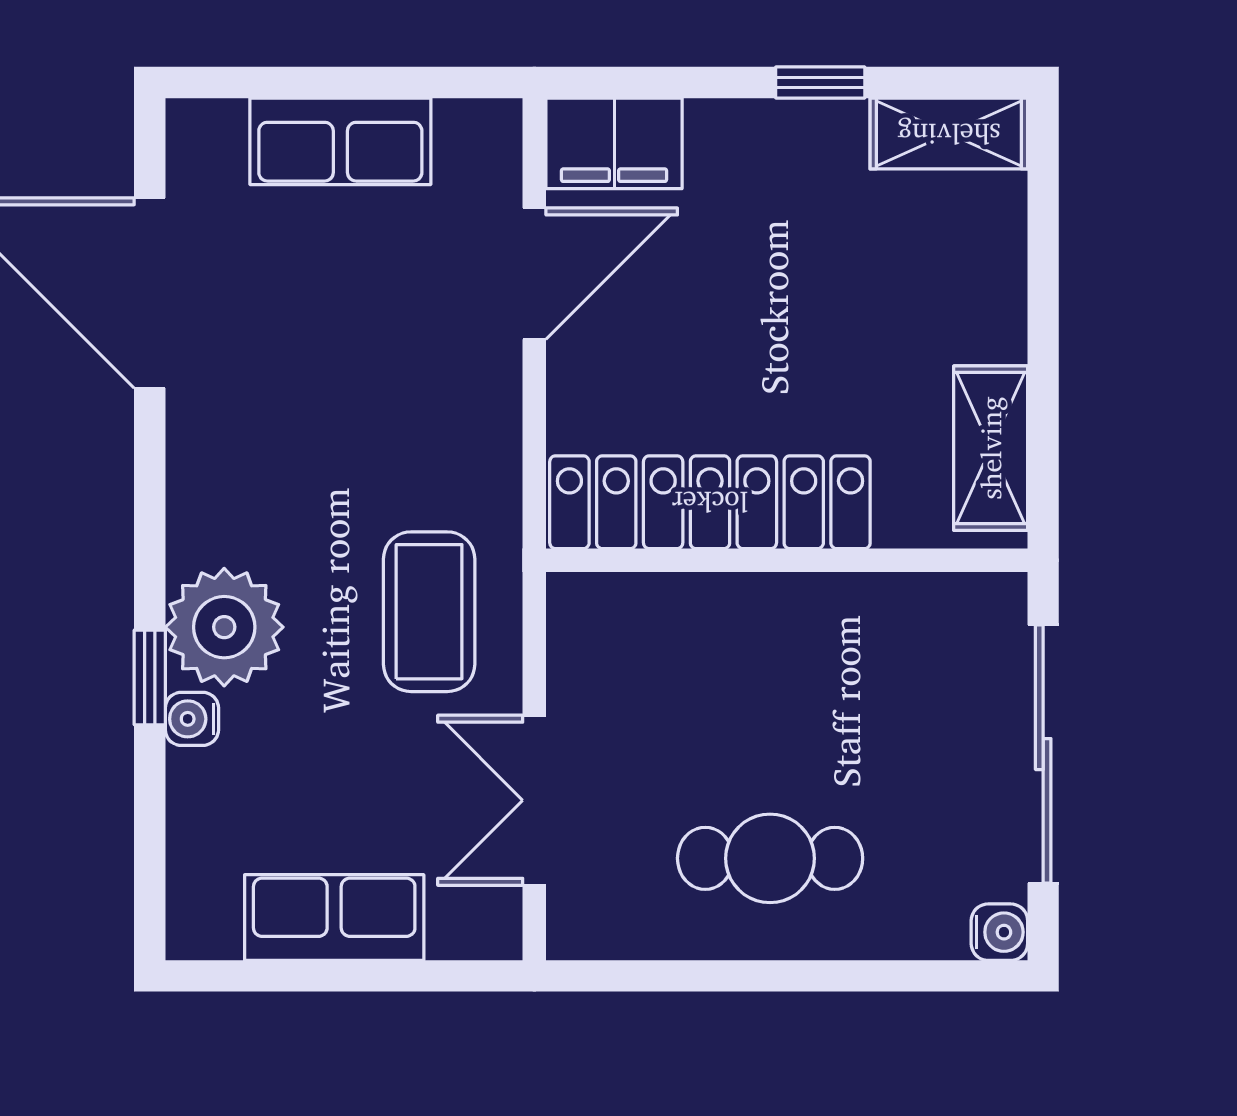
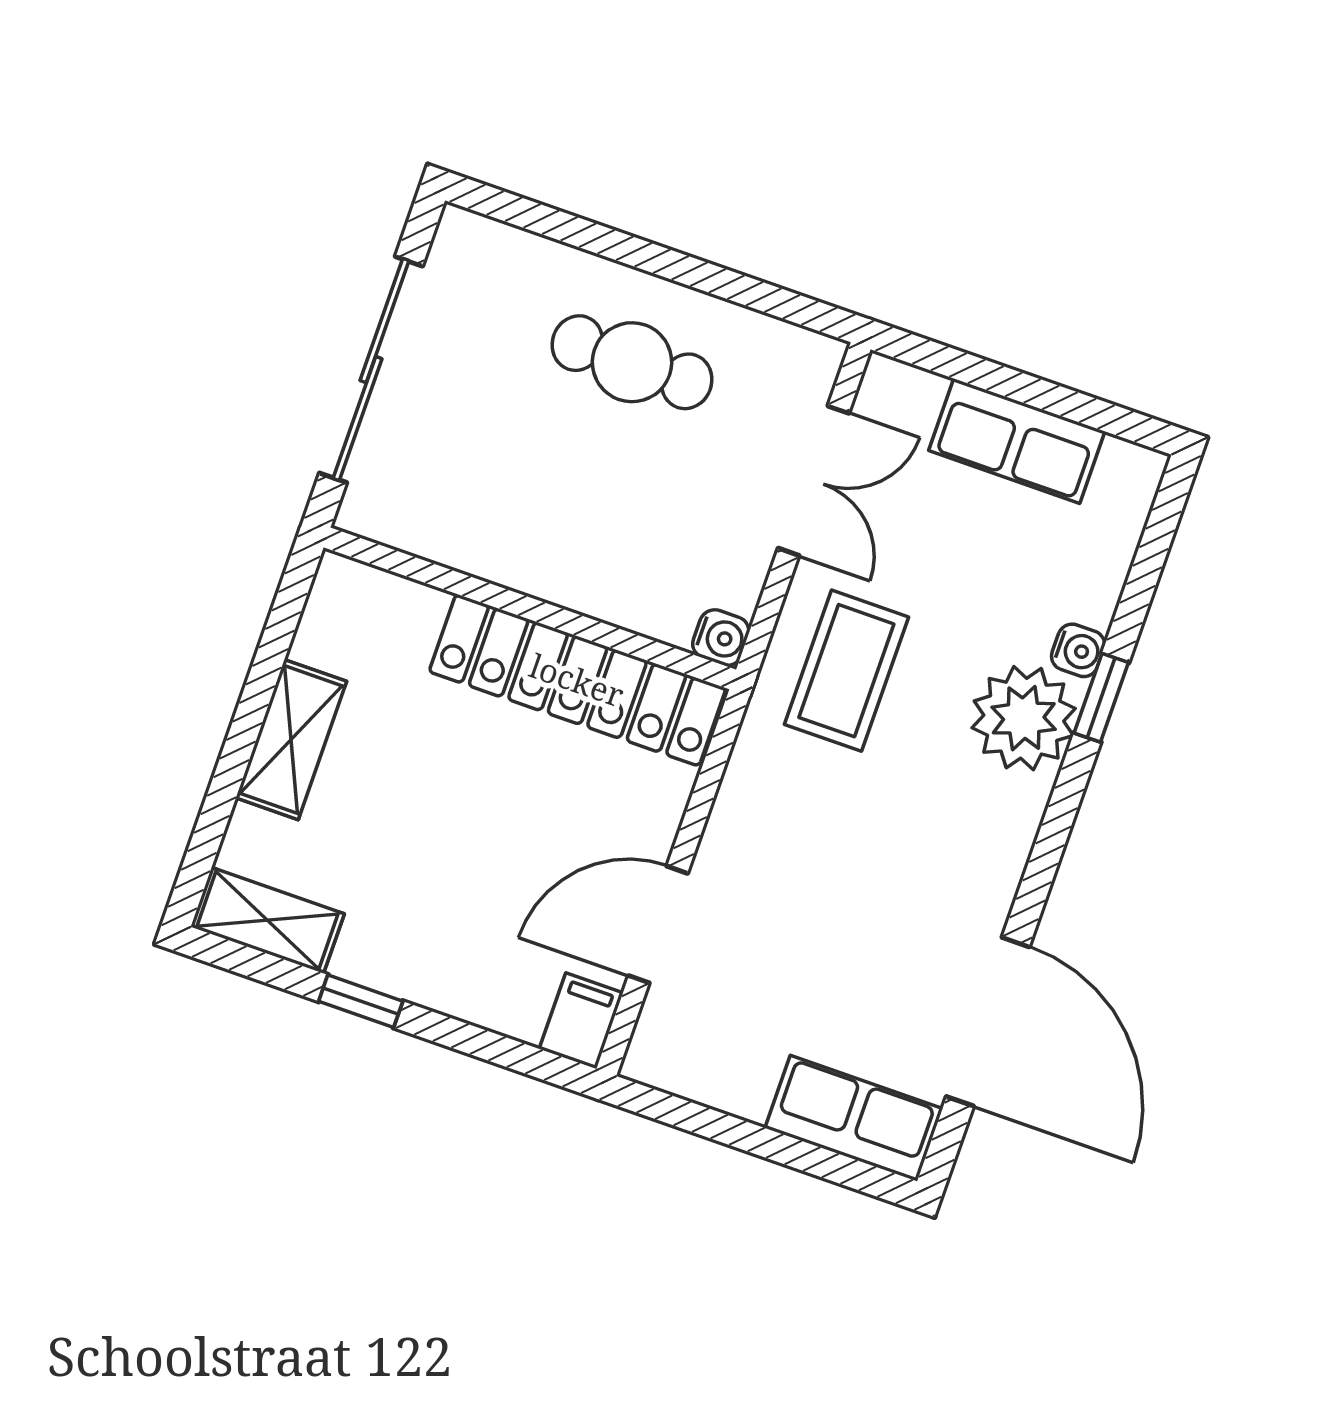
row of seats: (340, 141) -> (854, 1118), moved
filing cabinet: (614, 143) -> (581, 1021), width x0.50
shelving: (991, 448) -> (291, 740), moved
water cooler: (999, 932) -> (721, 638), moved, turned 180

